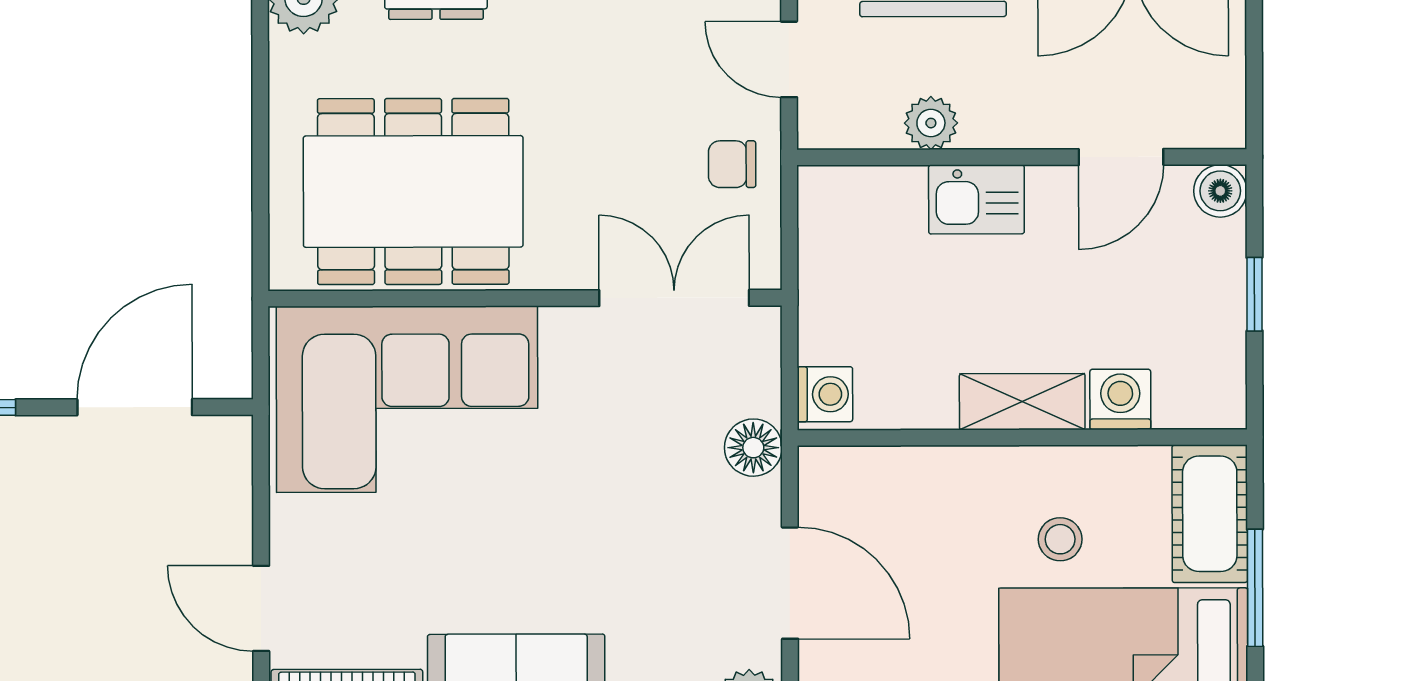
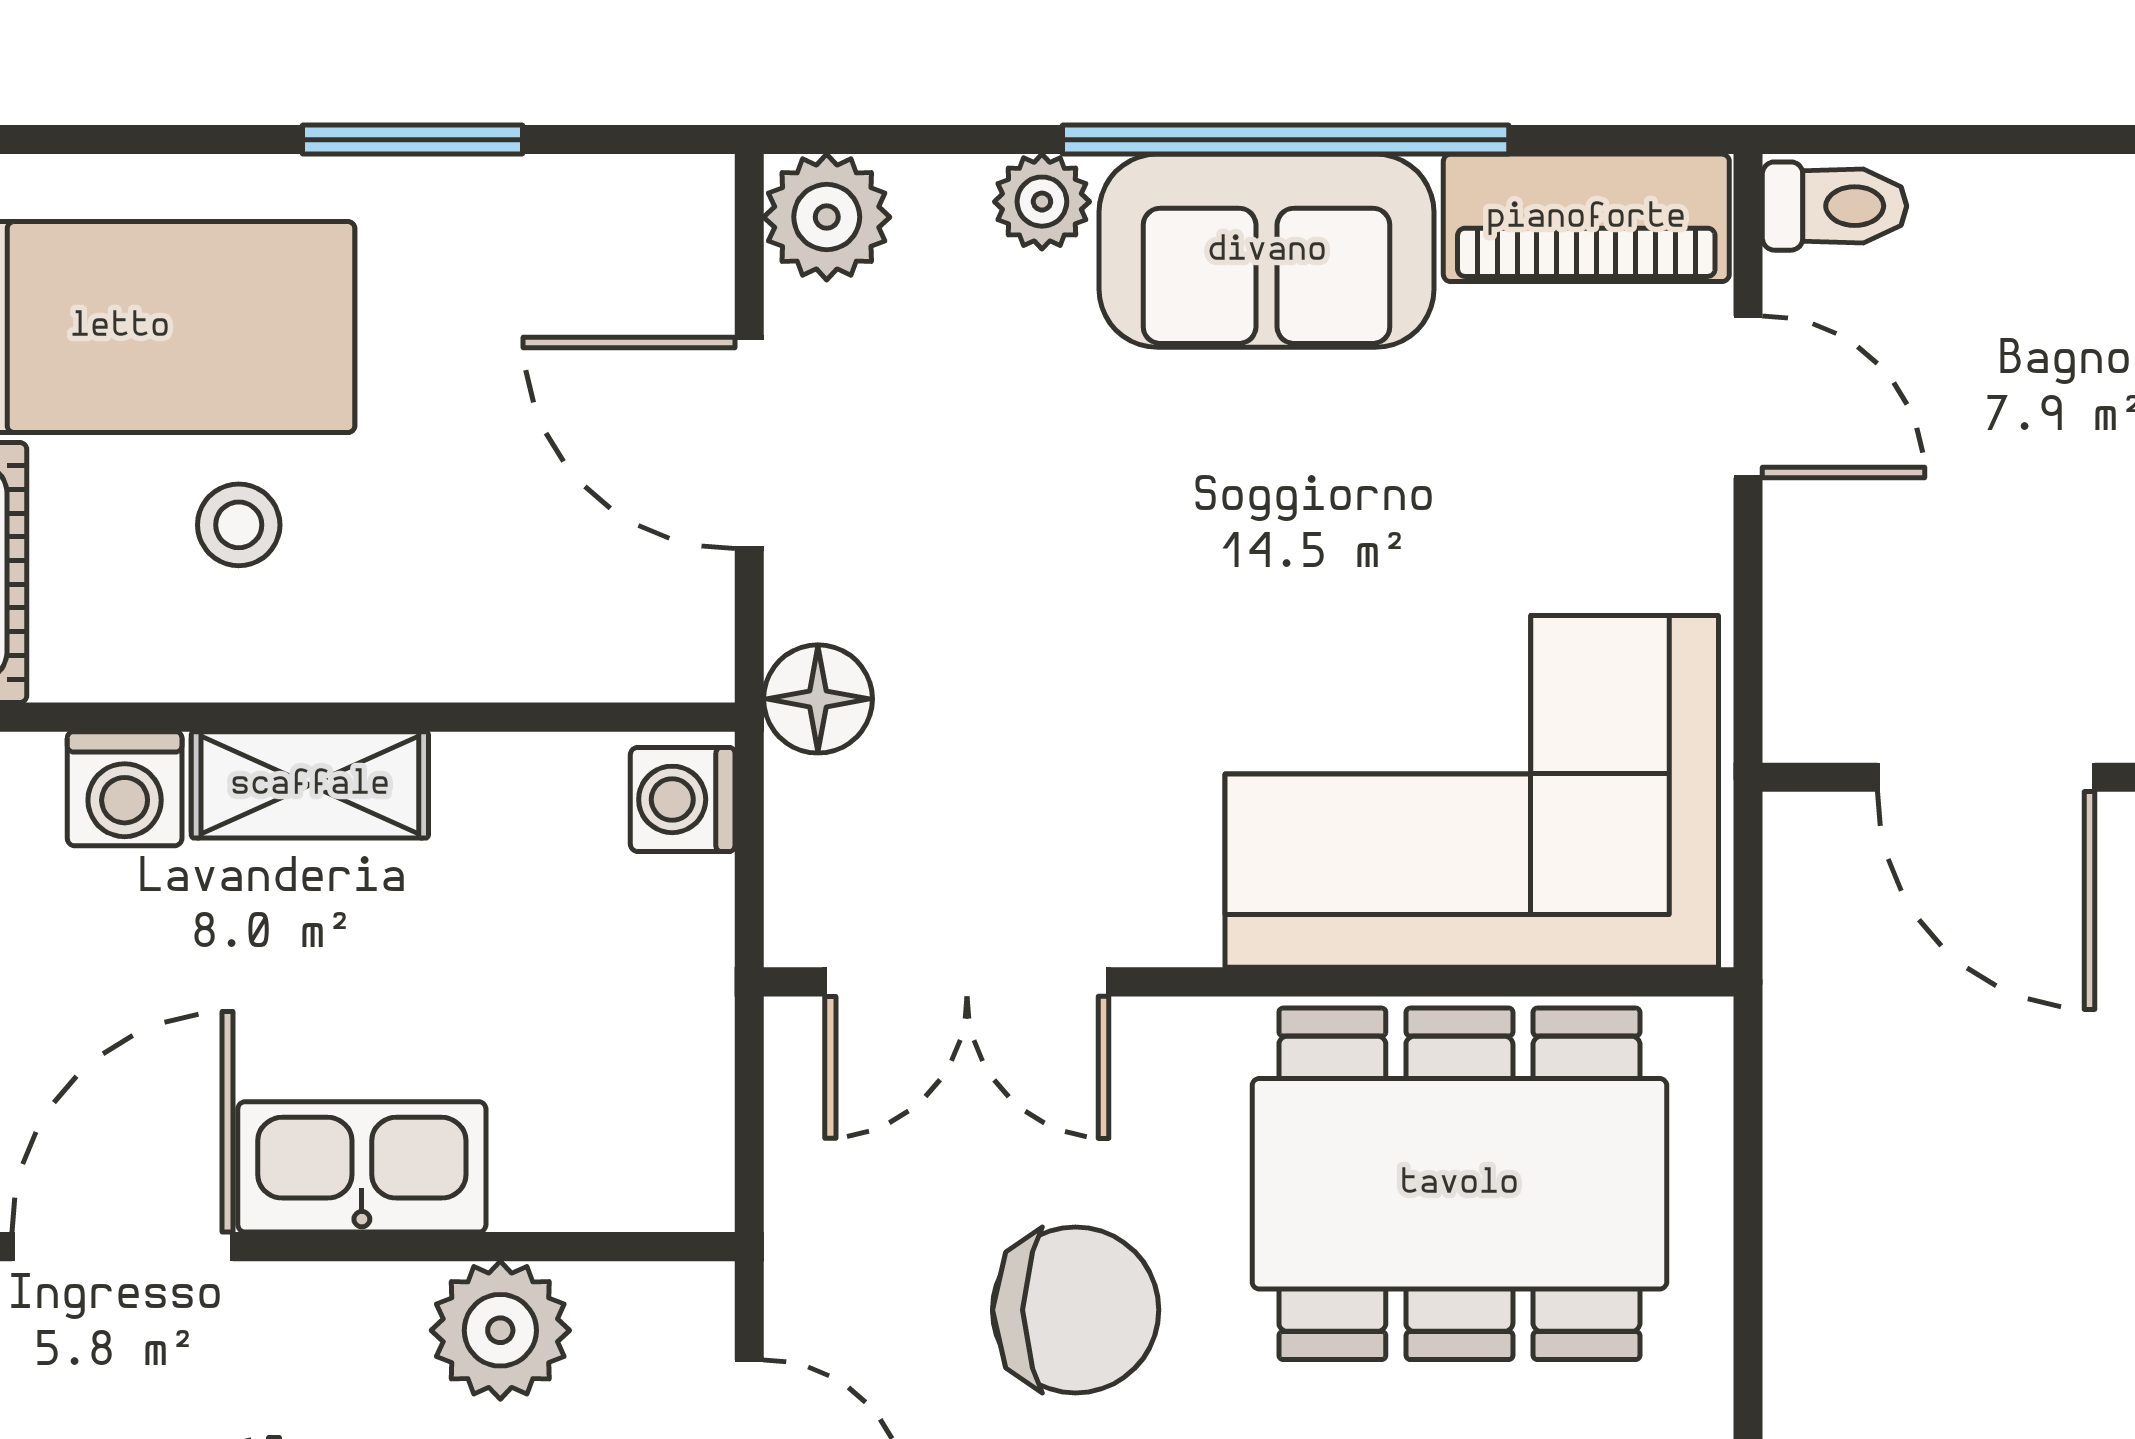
plant: (931, 123) -> (500, 1330), width x1.38, depth x1.38
door: (1121, 157) -> (122, 1247), width x1.38
chair: (732, 164) -> (1076, 1310), moved, width x1.87, depth x1.87
kitchen sink: (976, 199) -> (362, 1167), width x1.38
door: (135, 407) -> (1986, 777), hinge flipped

